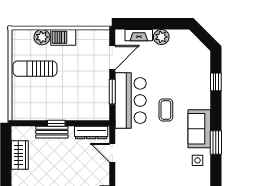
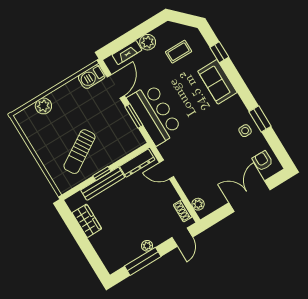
barbecue: (63, 37) -> (92, 77), moved
sun lounger: (35, 69) -> (79, 152), moved, turned -32
coffee table: (166, 110) -> (179, 52), moved, turned 90
sofa: (199, 129) -> (217, 82), moved
bench: (52, 132) -> (103, 184), width x1.36
window: (216, 142) -> (260, 119), moved

